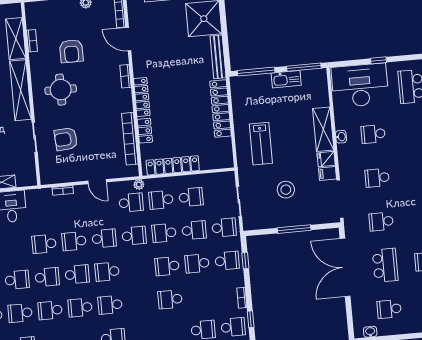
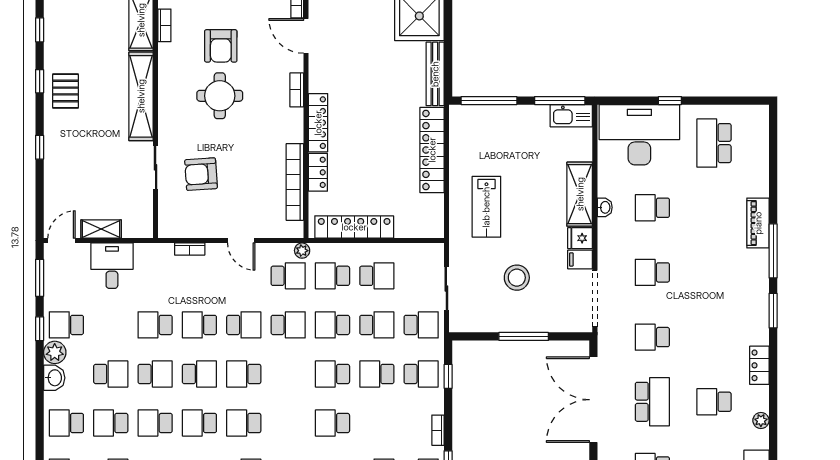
kitchen sink: (286, 79) -> (571, 116), moved
round table: (61, 90) -> (220, 96), moved

